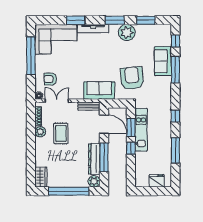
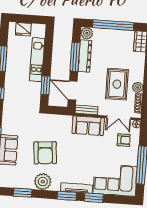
window: (115, 20) -> (67, 196), moved
armchair: (132, 78) -> (45, 153), moved
sofa: (99, 91) -> (88, 126), moved
kitchen unit: (141, 130) -> (37, 60), moved
rug: (61, 133) -> (117, 84), width x1.36, depth x1.43
window: (131, 148) -> (47, 64), removed

